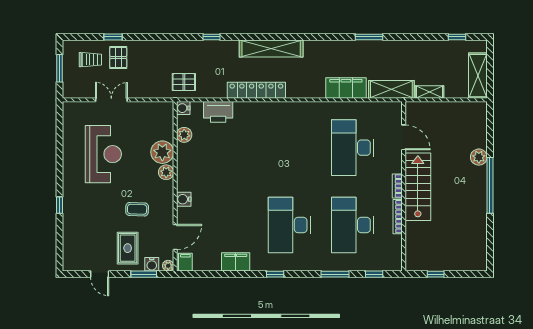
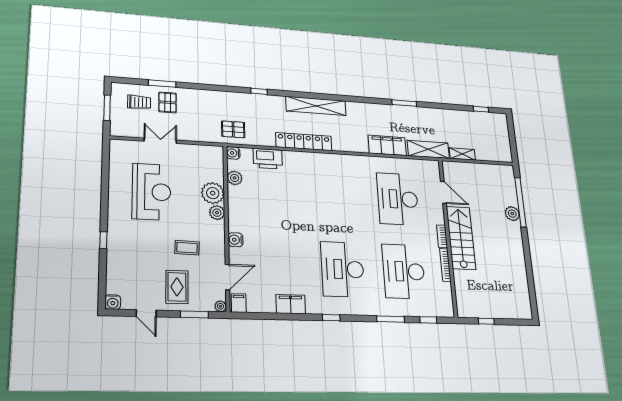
window: (113, 37) -> (162, 84), width x1.50
shelving: (478, 76) -> (503, 143), removed
window: (490, 185) -> (520, 202), moved
water cooler: (152, 264) -> (113, 302), moved

